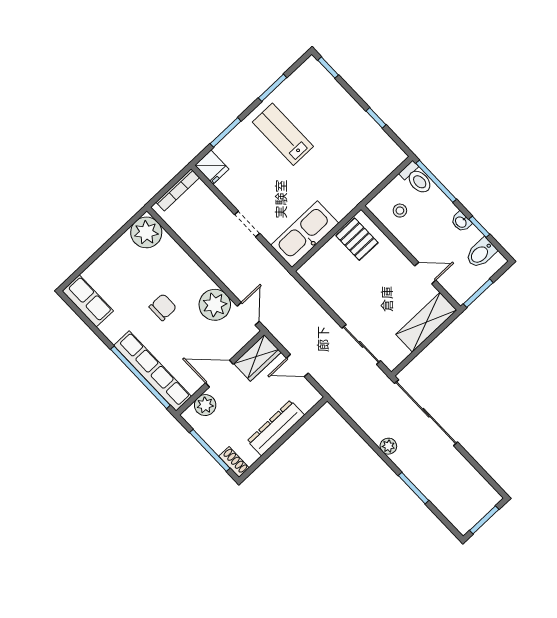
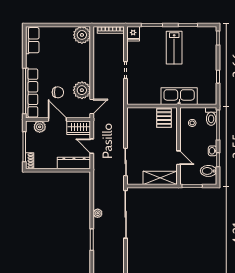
lab bench: (283, 134) -> (174, 48), turned 180
kitchen sink: (305, 234) -> (179, 96), moved
chair: (163, 307) -> (58, 92), moved
dresser: (276, 428) -> (74, 163), moved

